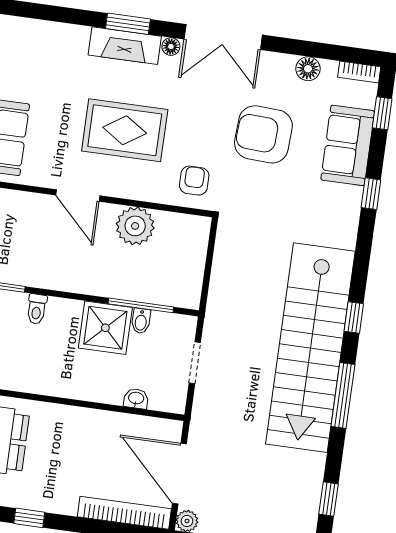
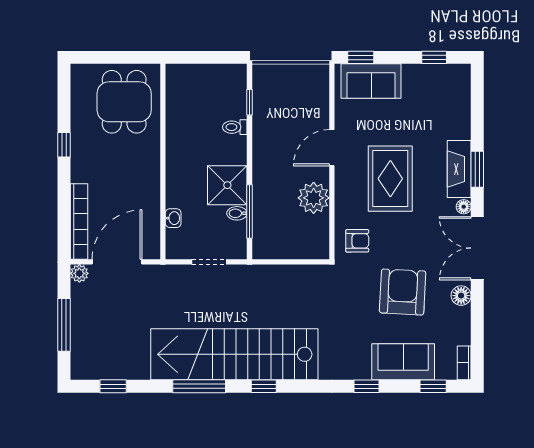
floor lamp: (308, 69) -> (461, 296), moved

